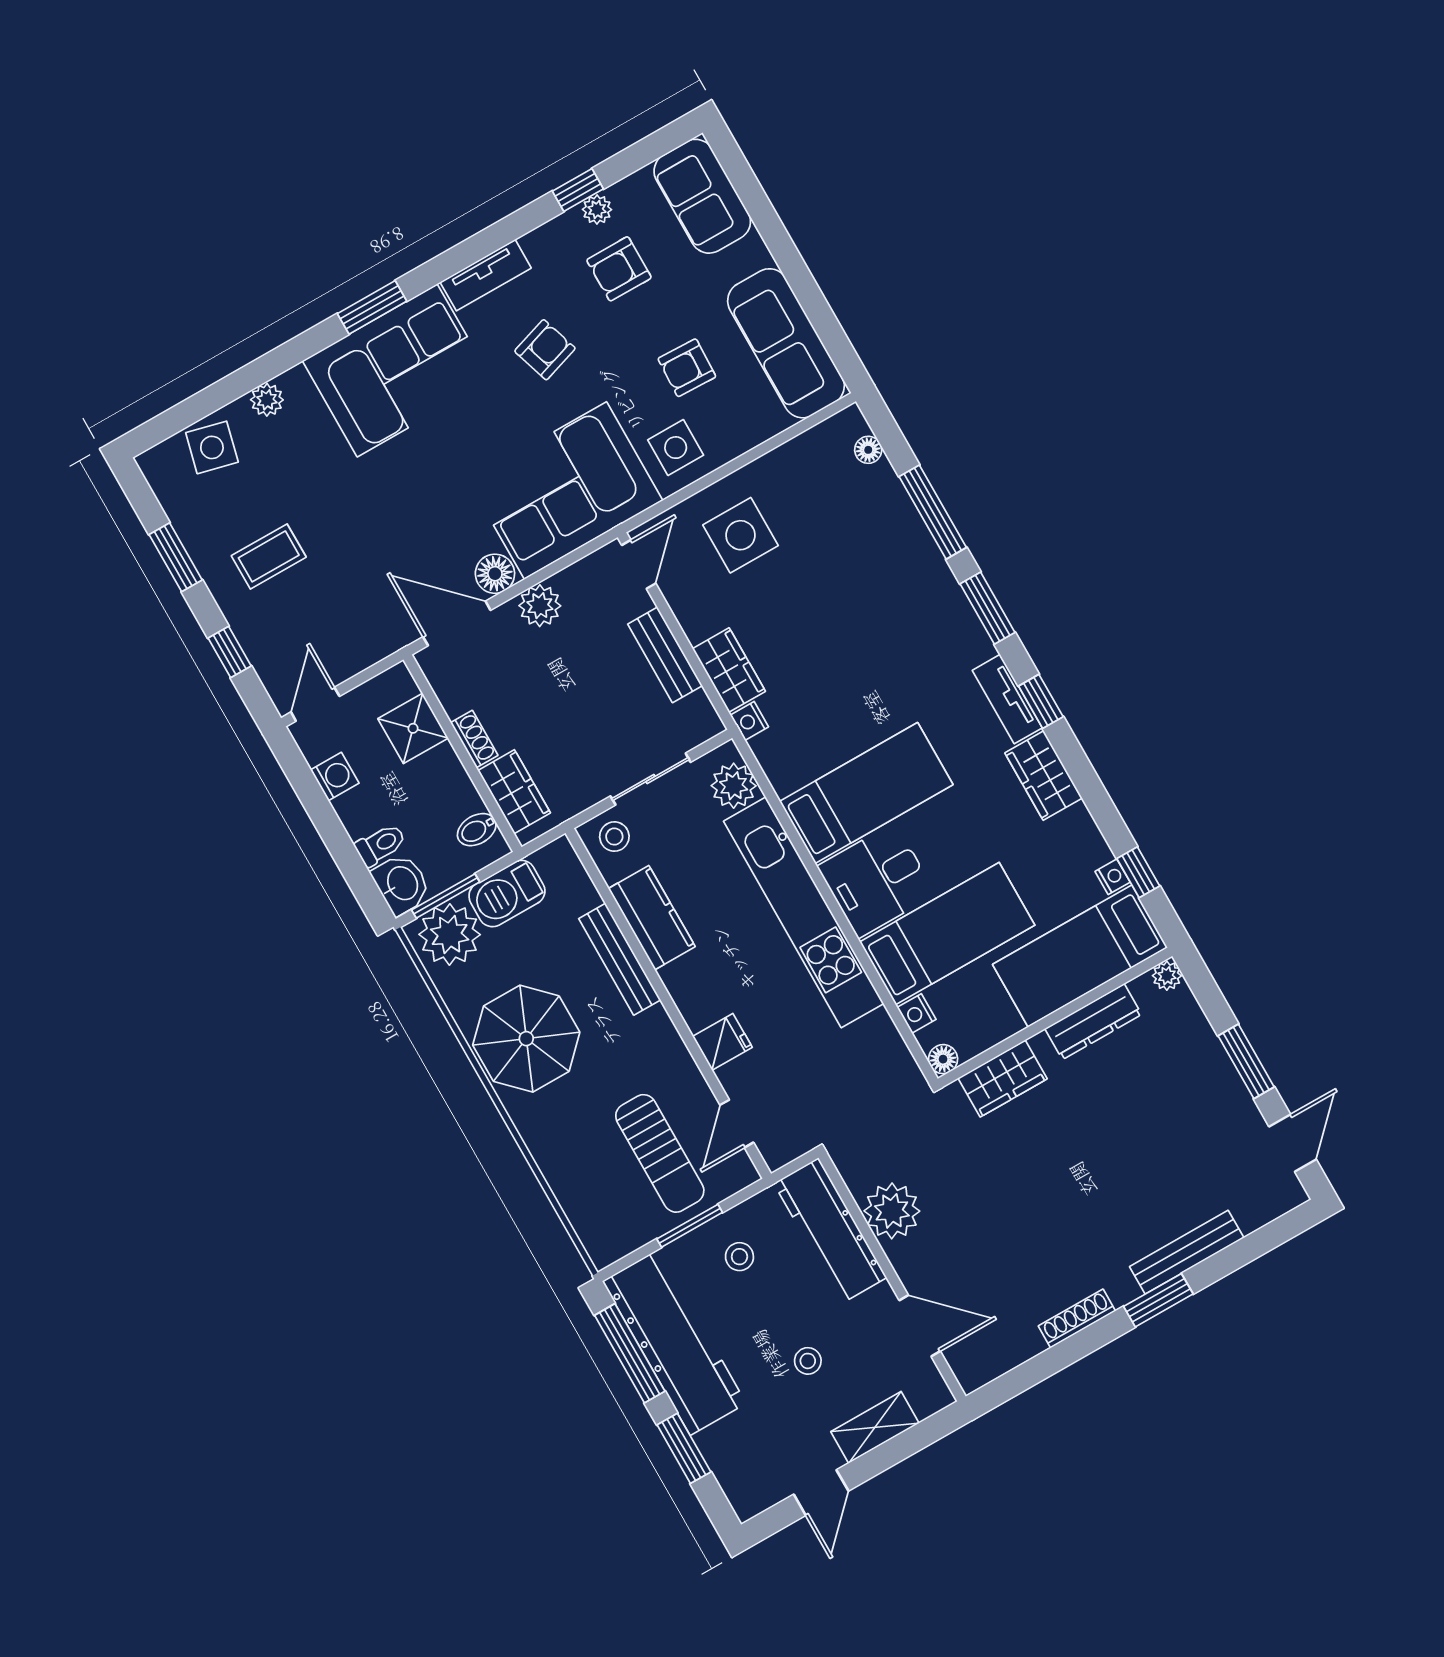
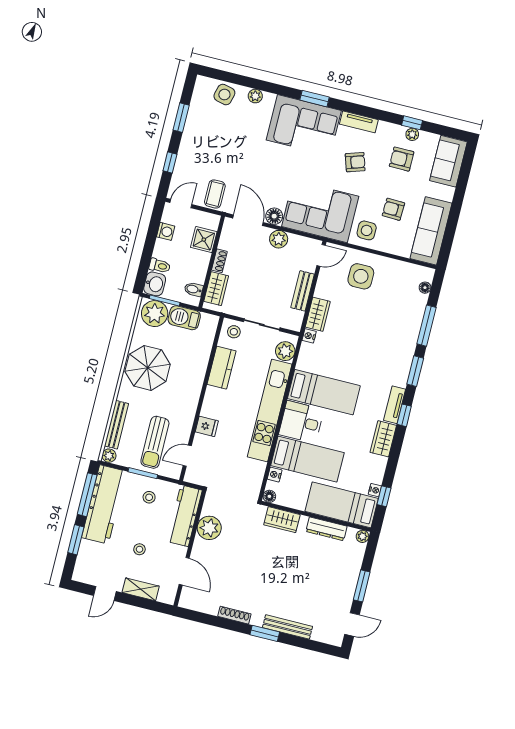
coffee table: (269, 556) -> (215, 194), moved, turned 90
bench: (620, 959) -> (116, 425), moved
plant: (603, 1251) -> (109, 456), added

